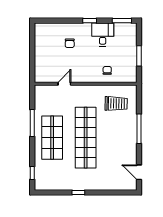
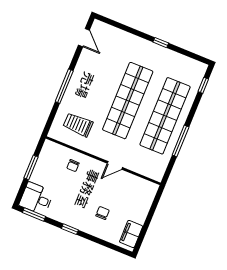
desk: (103, 34) -> (36, 199), moved, turned 90
filing cabinet: (41, 36) -> (131, 234), added
door: (64, 84) -> (115, 165), moved
shop shelf: (52, 138) -> (165, 116), width x1.40

